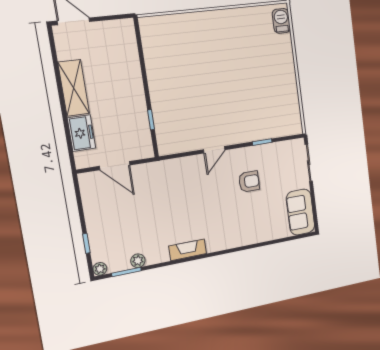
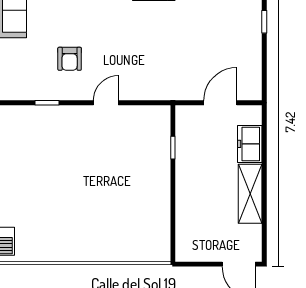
door: (115, 166) -> (220, 103), hinge flipped
armchair: (249, 181) -> (70, 59), turned -90

